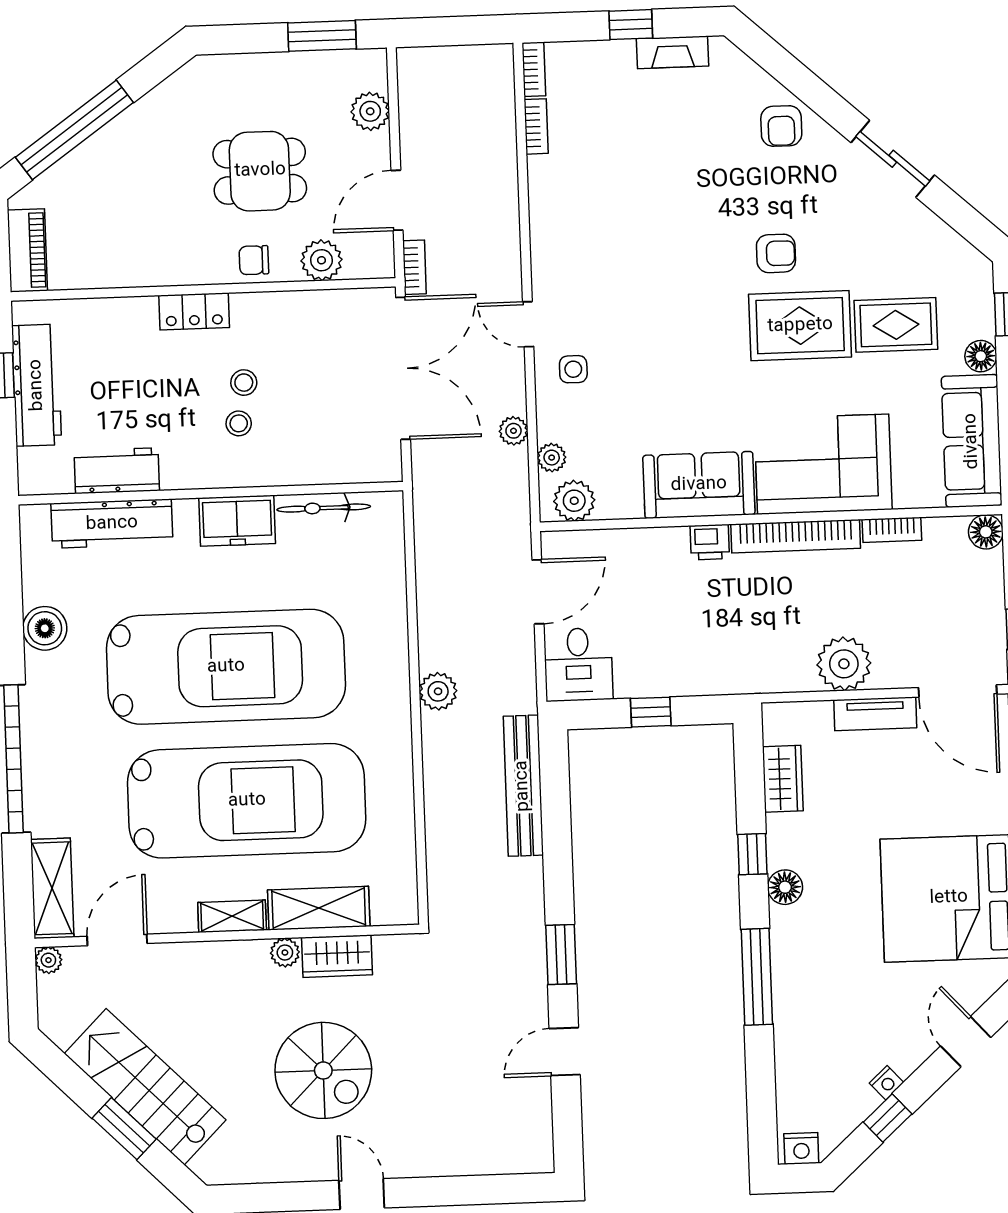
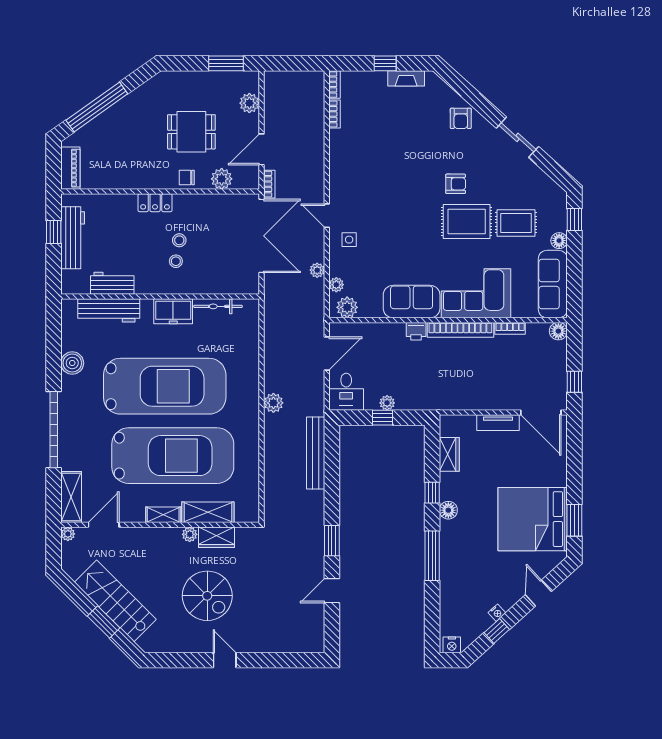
plant: (844, 664) -> (387, 403), moved, width x0.53, depth x0.53

